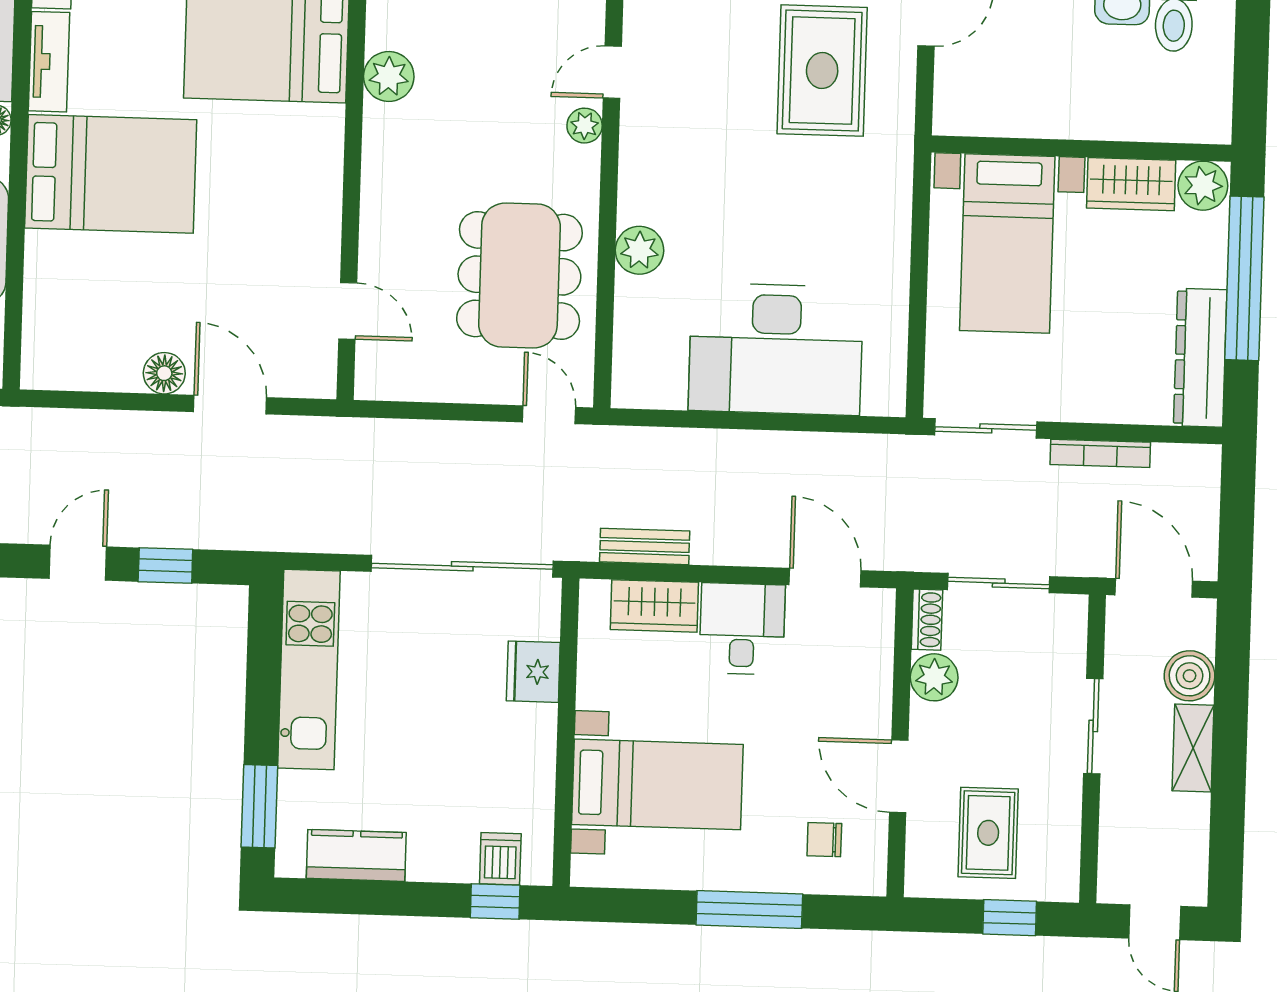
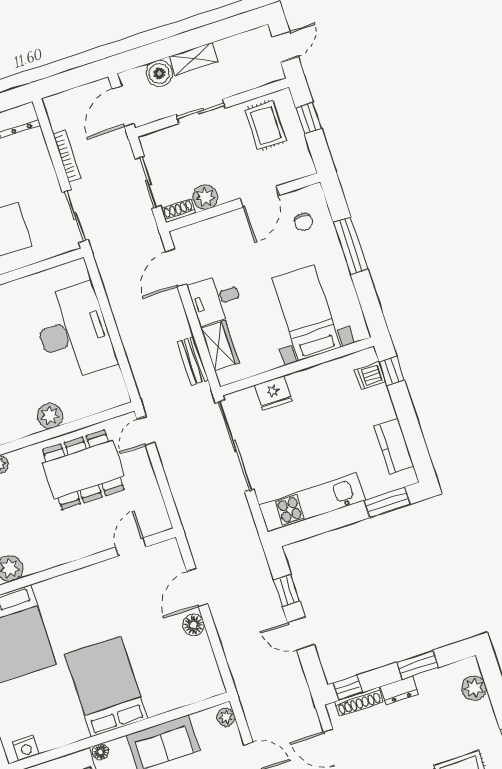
tv unit: (49, 62) -> (63, 736), removed
rug: (988, 833) -> (266, 125), moved, turned 90

